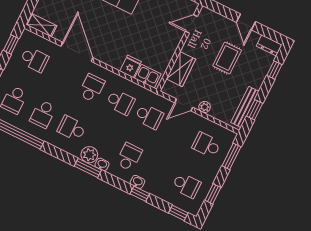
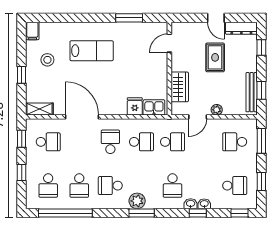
dresser: (269, 45) -> (241, 28), width x1.44
school desk: (129, 157) -> (172, 186), turned 180
washbasin: (102, 164) -> (204, 204), moved

